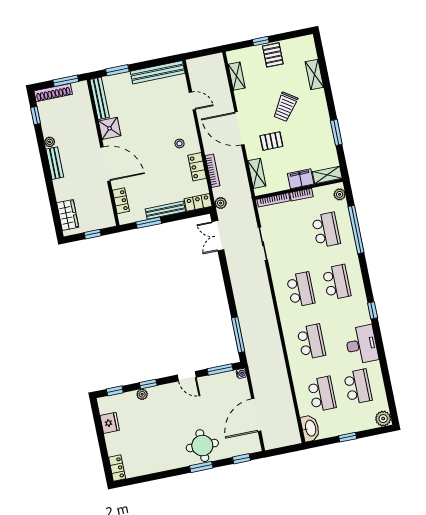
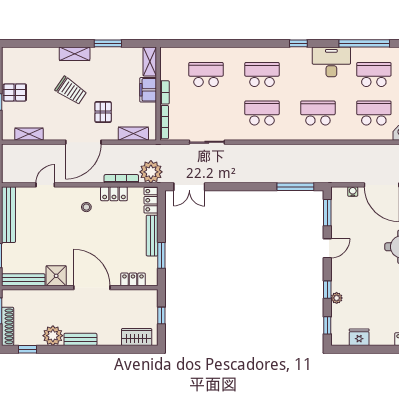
shelving: (314, 74) -> (75, 54), moved
plant: (50, 142) -> (53, 336), width x1.87, depth x1.87
door: (105, 164) -> (92, 288), hinge flipped
plant: (340, 194) -> (172, 53), removed
plant: (221, 203) -> (151, 172), width x1.87, depth x1.87
window: (356, 230) -> (364, 43), moved
water cooler: (241, 373) -> (353, 192), moved

